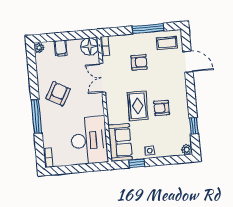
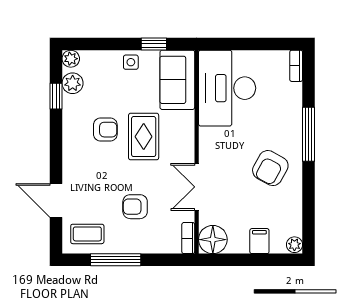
double door: (102, 78) -> (197, 187), swing flipped
plant: (184, 135) -> (73, 83), added

